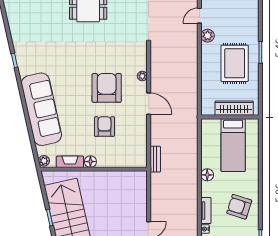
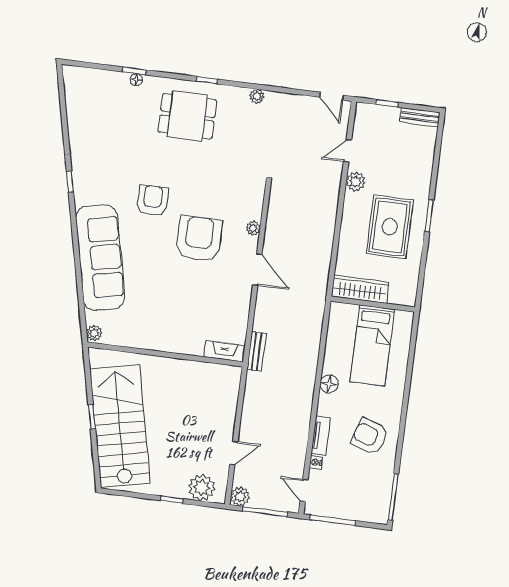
wardrobe: (234, 108) -> (360, 289), moved
armchair: (104, 127) -> (153, 201), moved
fireplace: (70, 162) -> (225, 351), moved
floor lamp: (90, 162) -> (162, 343), removed

